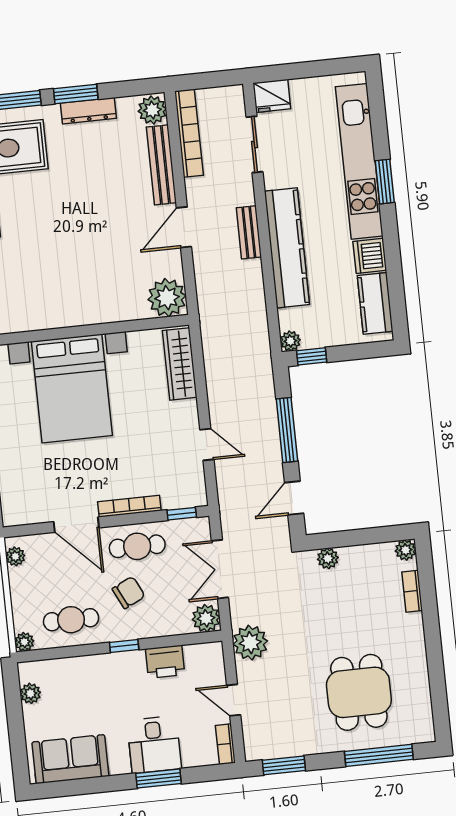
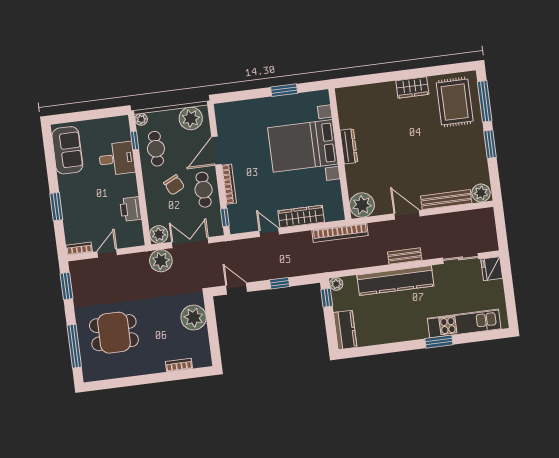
dresser: (88, 111) -> (349, 146), moved, turned 180
bookcase: (189, 133) -> (340, 233), moved
kitchen unit: (359, 161) -> (464, 323), width x0.73
dishwasher: (370, 256) -> (391, 333), removed
kitchen counter: (375, 303) -> (345, 330), moved, turned 90
wardrobe: (180, 364) -> (301, 216), moved
window: (287, 430) -> (280, 283), width x0.46
door: (207, 445) -> (269, 232), swing flipped
plant: (406, 550) -> (205, 360), removed
plant: (15, 556) -> (191, 118), width x1.88, depth x1.88
plant: (328, 558) -> (194, 318), width x1.87, depth x1.87
plant: (250, 643) -> (161, 261), moved
window: (124, 646) -> (135, 140), moved
plant: (30, 693) -> (108, 124), removed
desk: (154, 745) -> (117, 159), moved, turned 180

